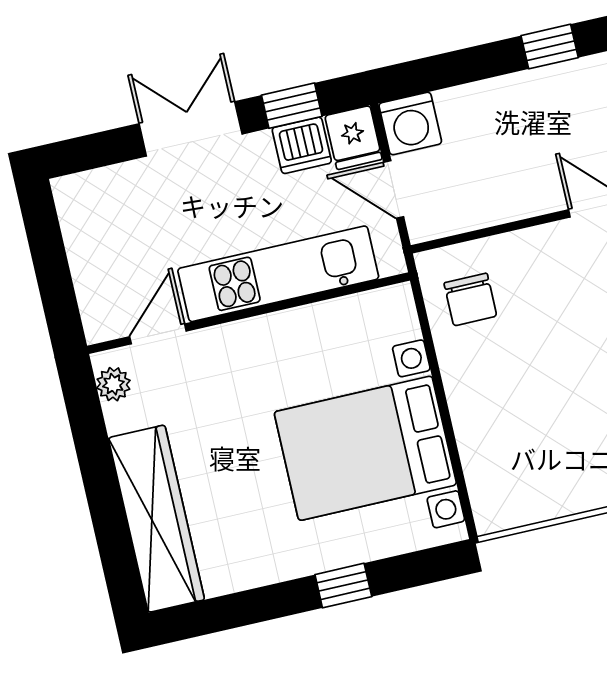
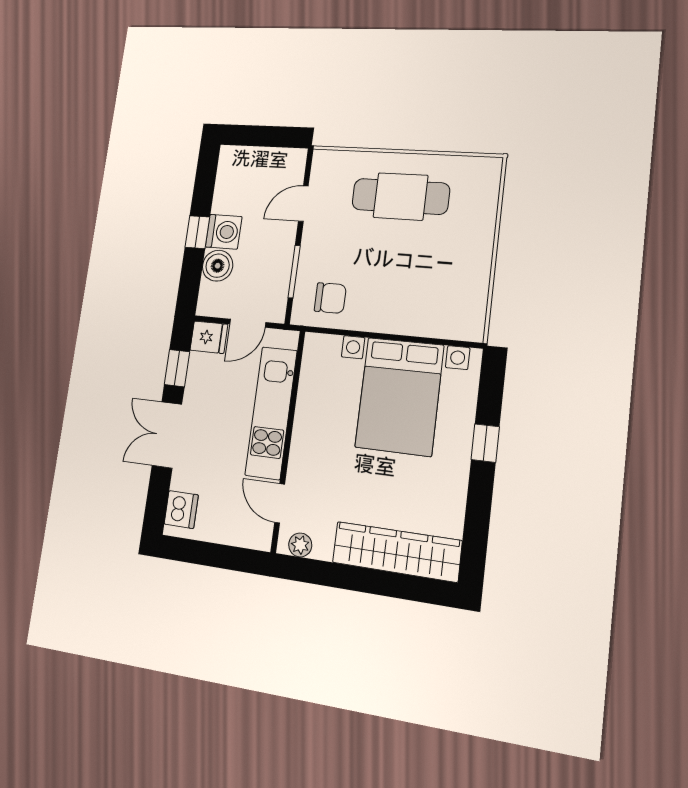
window: (550, 47) -> (197, 232), moved
boiler: (463, 109) -> (218, 266), added
washing machine: (410, 123) -> (224, 232), moved
dishwasher: (302, 145) -> (181, 509), moved
window: (492, 231) -> (294, 272), added

